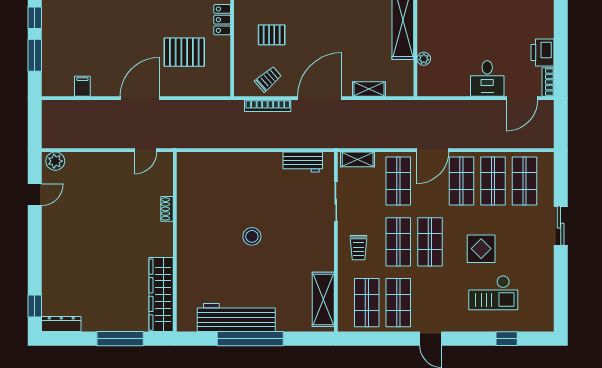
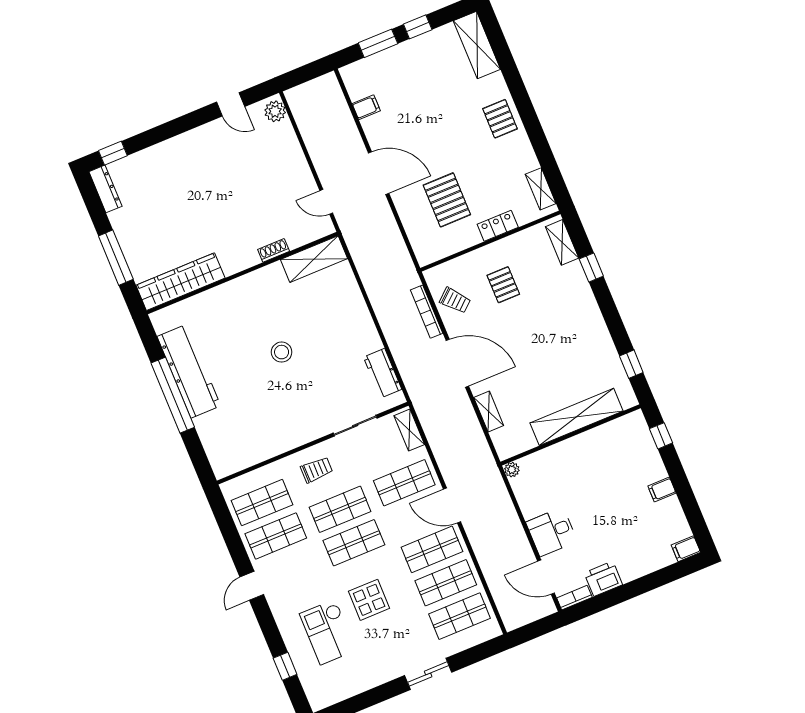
plant: (424, 59) -> (512, 470), moved
trolley: (359, 248) -> (317, 470), turned 180
shelving: (323, 299) -> (314, 259), moved

